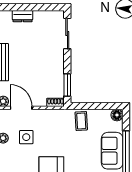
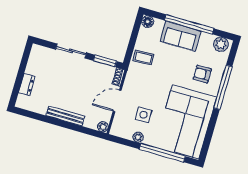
sliding door: (67, 33) -> (71, 51), moved
door: (21, 108) -> (117, 101), moved

